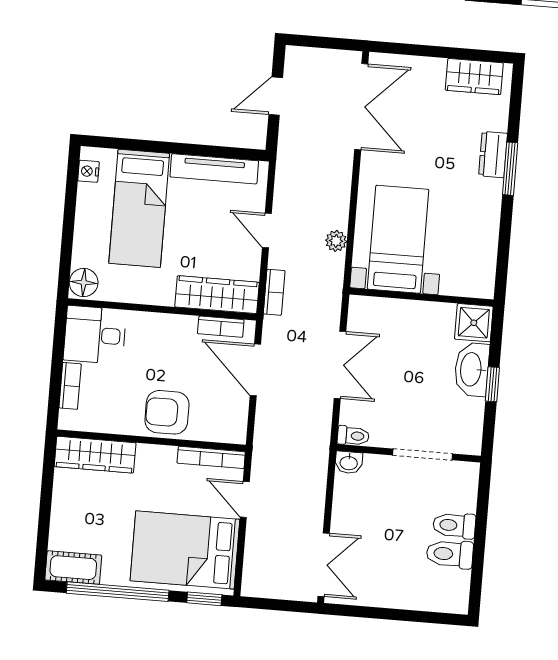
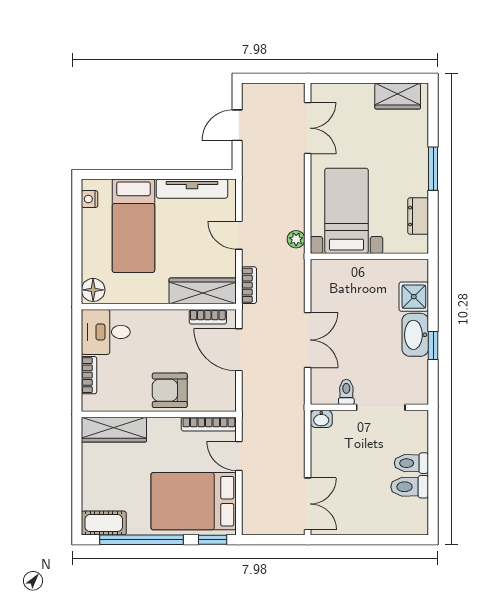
double door: (361, 107) -> (308, 128), width x0.73
dresser: (493, 154) -> (418, 216), moved
bed with nightstands: (398, 239) -> (346, 211), moved
wall: (421, 297) -> (369, 256), moved
toilet: (353, 436) -> (346, 392), moved, turned -90

